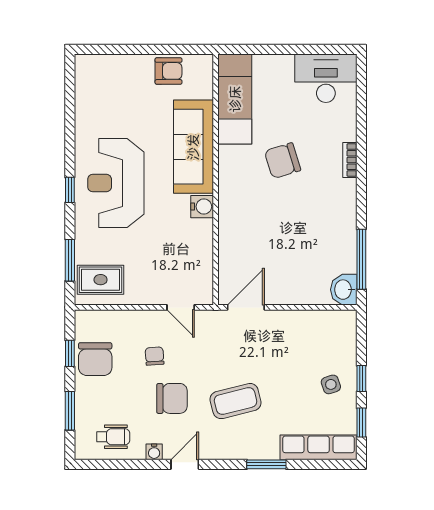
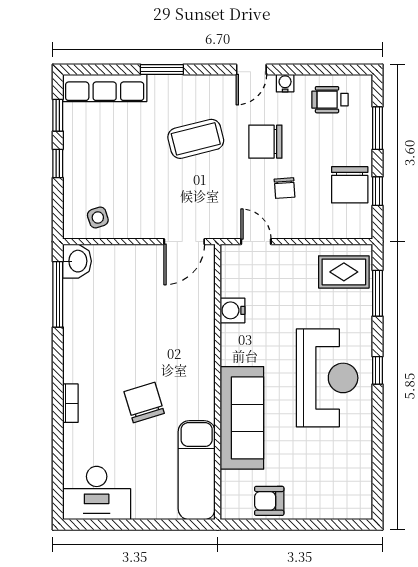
chair: (283, 161) -> (144, 403), turned -90
water cooler: (202, 207) -> (232, 310), moved
chair: (95, 359) -> (350, 185), turned 180
side table: (331, 384) -> (98, 217), moved

